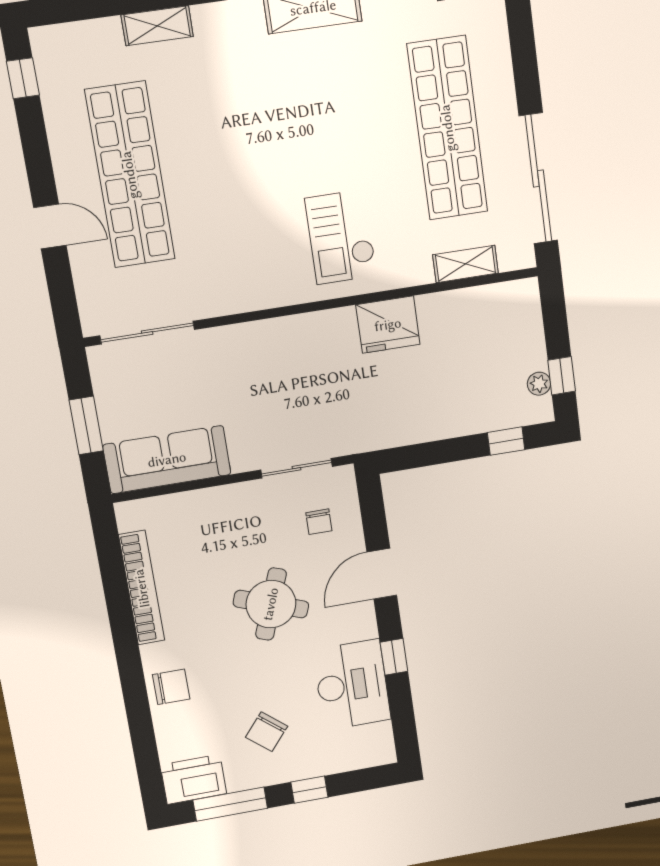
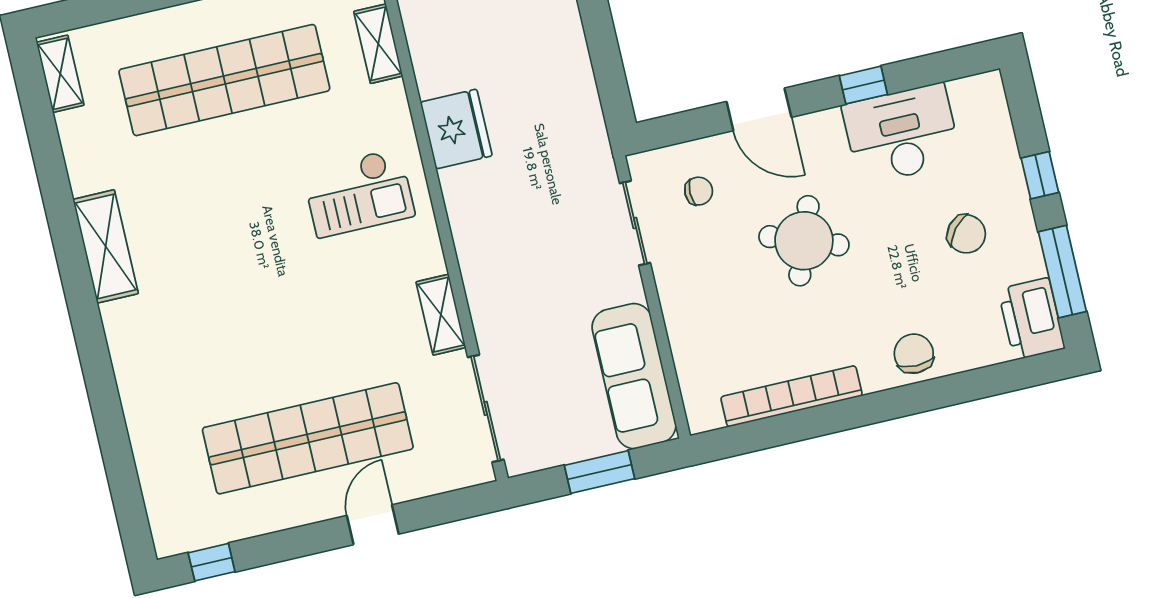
shelving: (157, 26) -> (441, 315), moved

